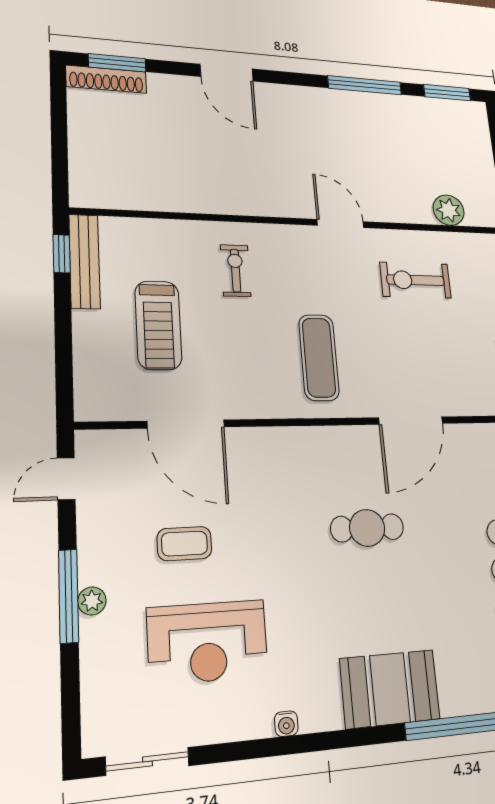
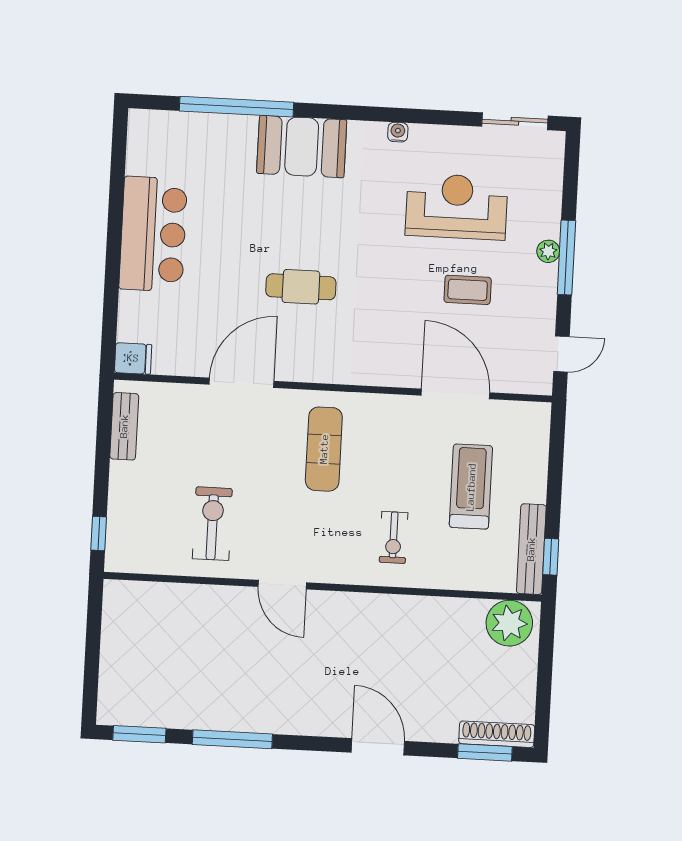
plant: (449, 210) -> (509, 623), moved, width x1.36, depth x1.36
exercise bike: (416, 280) -> (212, 524), turned -90

